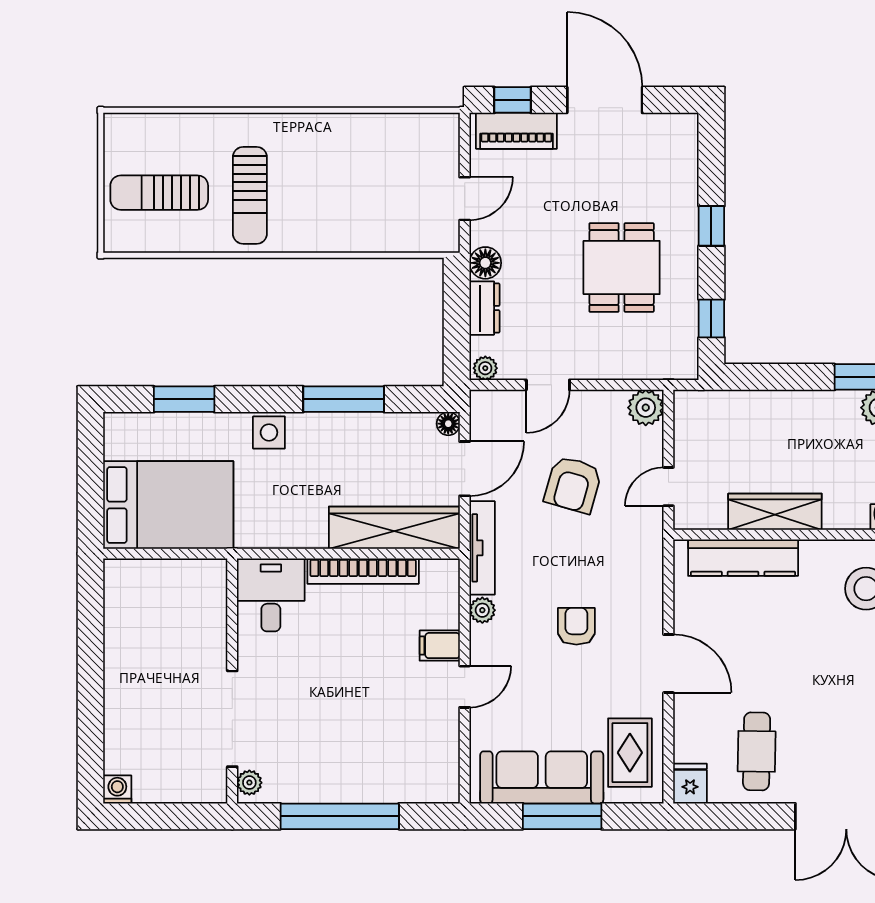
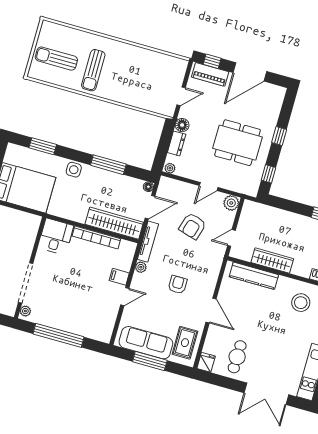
door: (605, 100) -> (250, 72), swing flipped
dining table: (622, 268) -> (237, 143), width x1.38
door: (548, 385) -> (209, 187), moved

